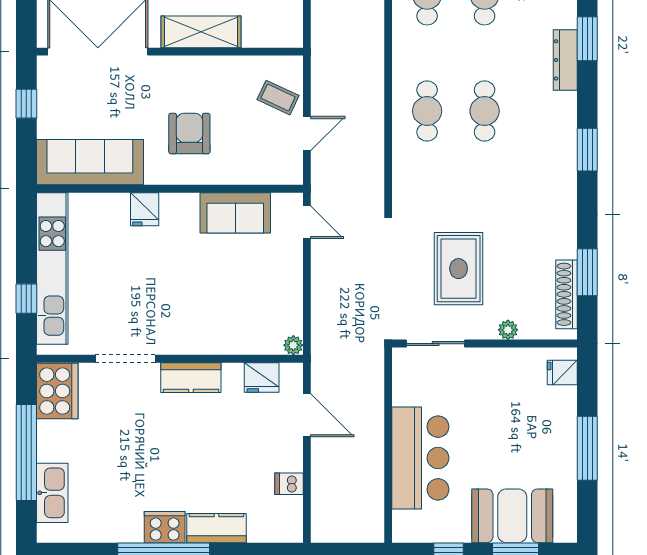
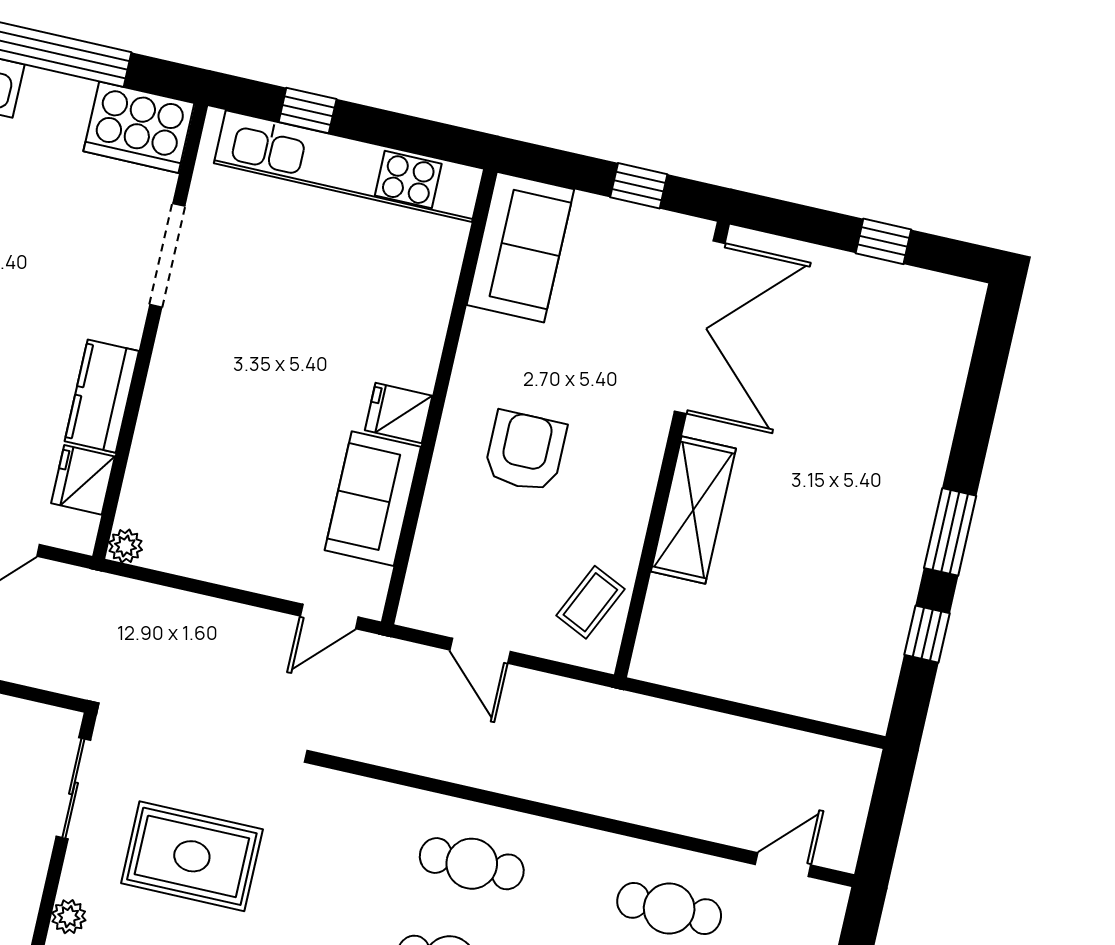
coffee table: (278, 98) -> (590, 602), moved
armchair: (189, 133) -> (525, 451), turned -90
sofa: (90, 162) -> (520, 247), width x0.73
fridge: (145, 209) -> (399, 413), moved
kitchen counter: (191, 378) -> (102, 396), moved

